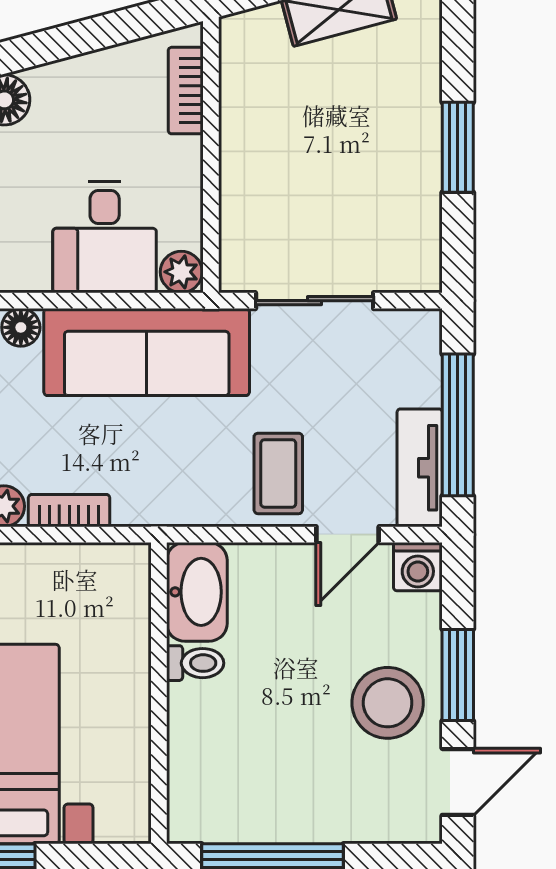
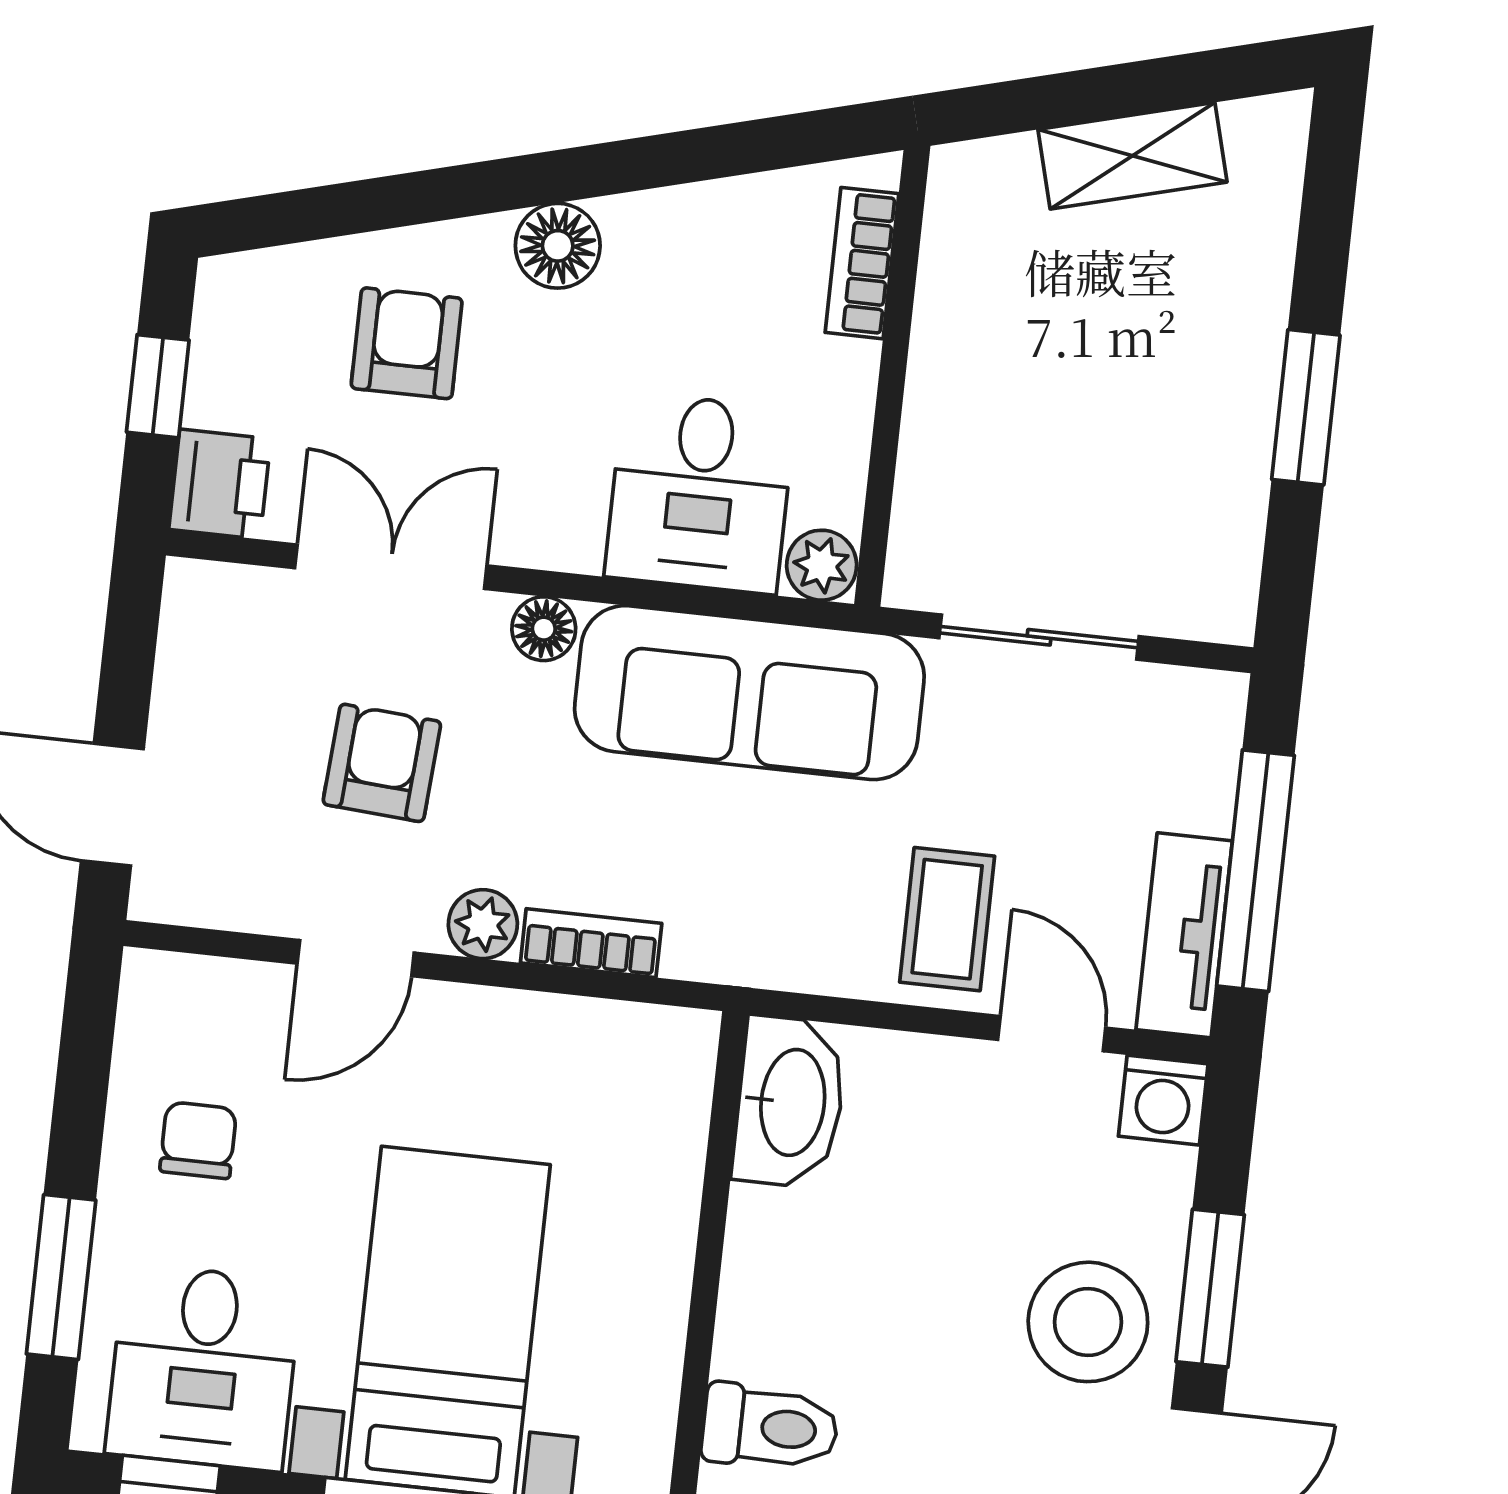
door: (348, 535) -> (1052, 1034), swing flipped
toilet: (195, 663) -> (770, 1427), moved, width x1.37, depth x1.39

